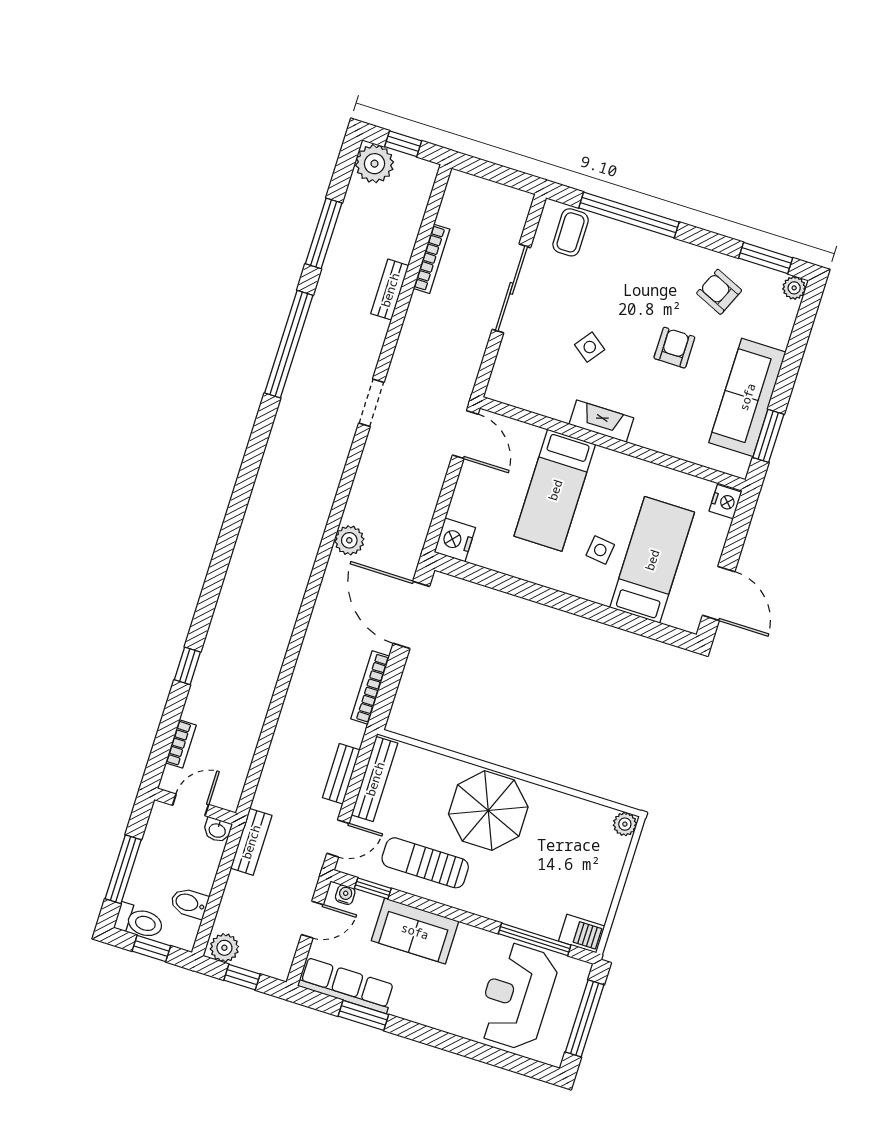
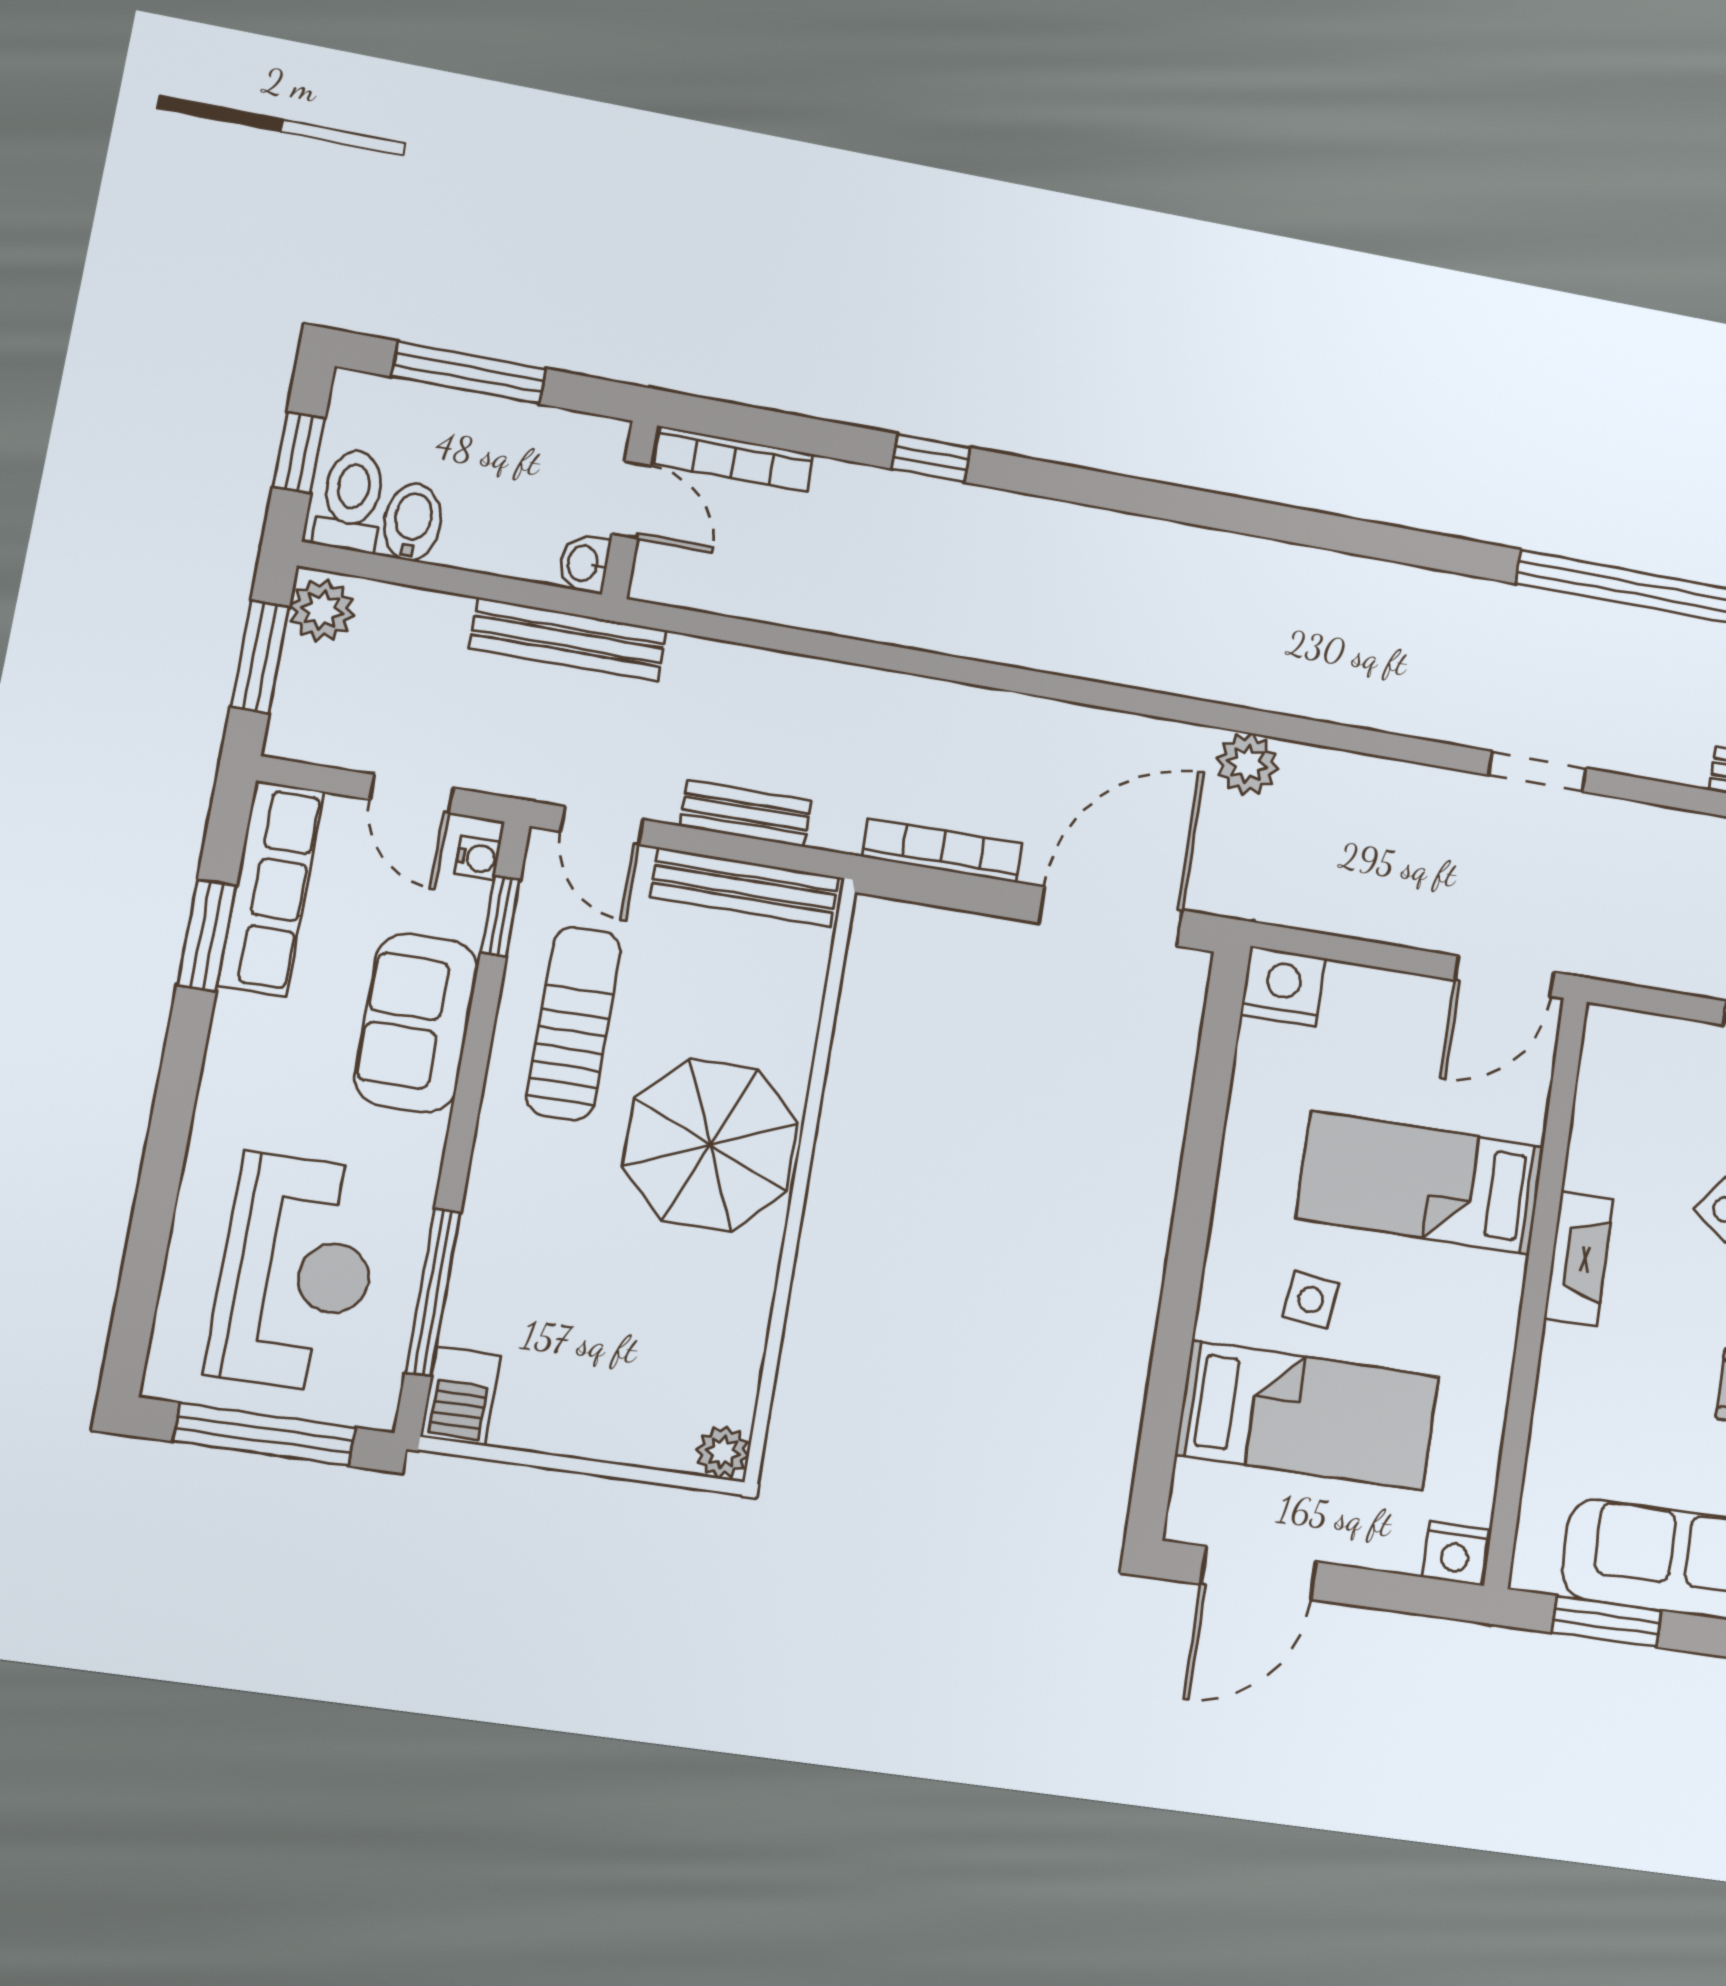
bookcase: (181, 744) -> (734, 459), width x1.56
bench: (251, 842) -> (568, 639), width x1.36
toilet: (139, 921) -> (351, 500), moved, turned 180
window: (242, 977) -> (260, 657), width x1.50
reception desk: (517, 996) -> (296, 1273), turned 90

